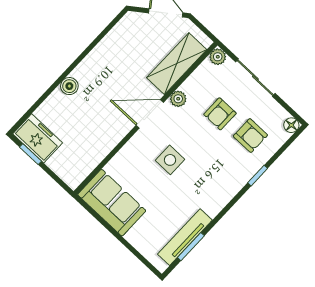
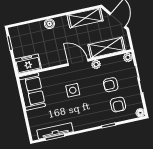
shelving: (116, 42) -> (85, 18), added
freezer: (38, 138) -> (28, 64), moved, turned -90

